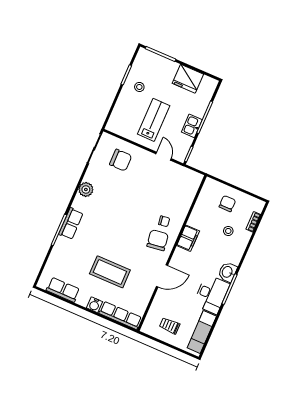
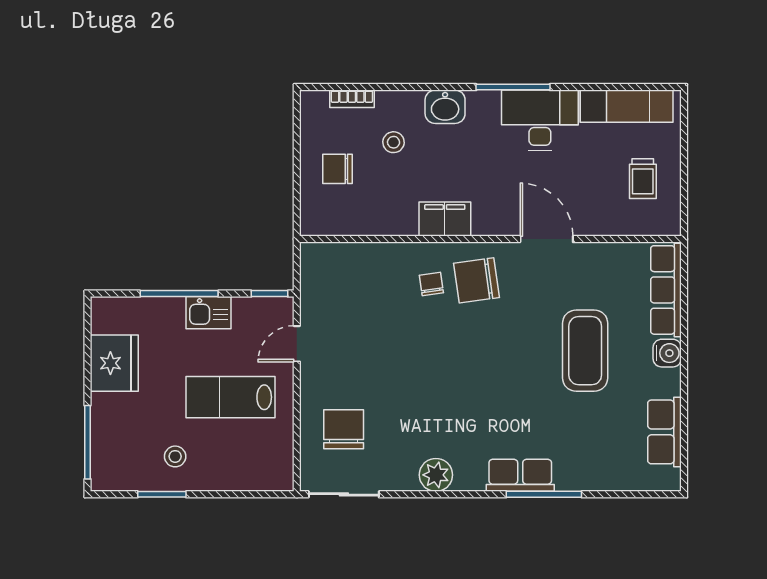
washbasin: (228, 272) -> (445, 107), moved

